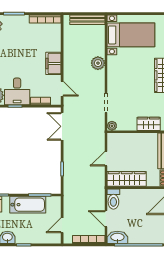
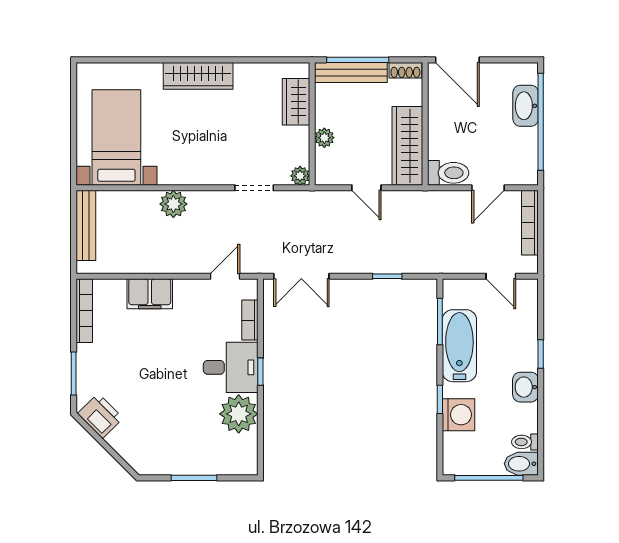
filing cabinet: (53, 63) -> (150, 294), moved
plant: (131, 138) -> (324, 138), added
washbasin: (117, 237) -> (526, 106), moved

